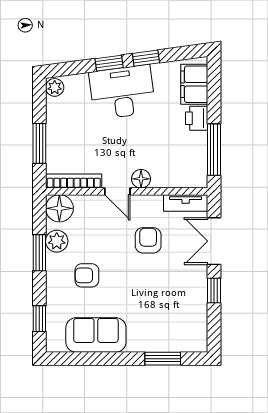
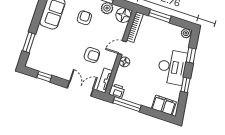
window: (109, 63) -> (191, 55), moved
printer: (197, 118) -> (117, 91), moved
window: (214, 290) -> (44, 77), moved

